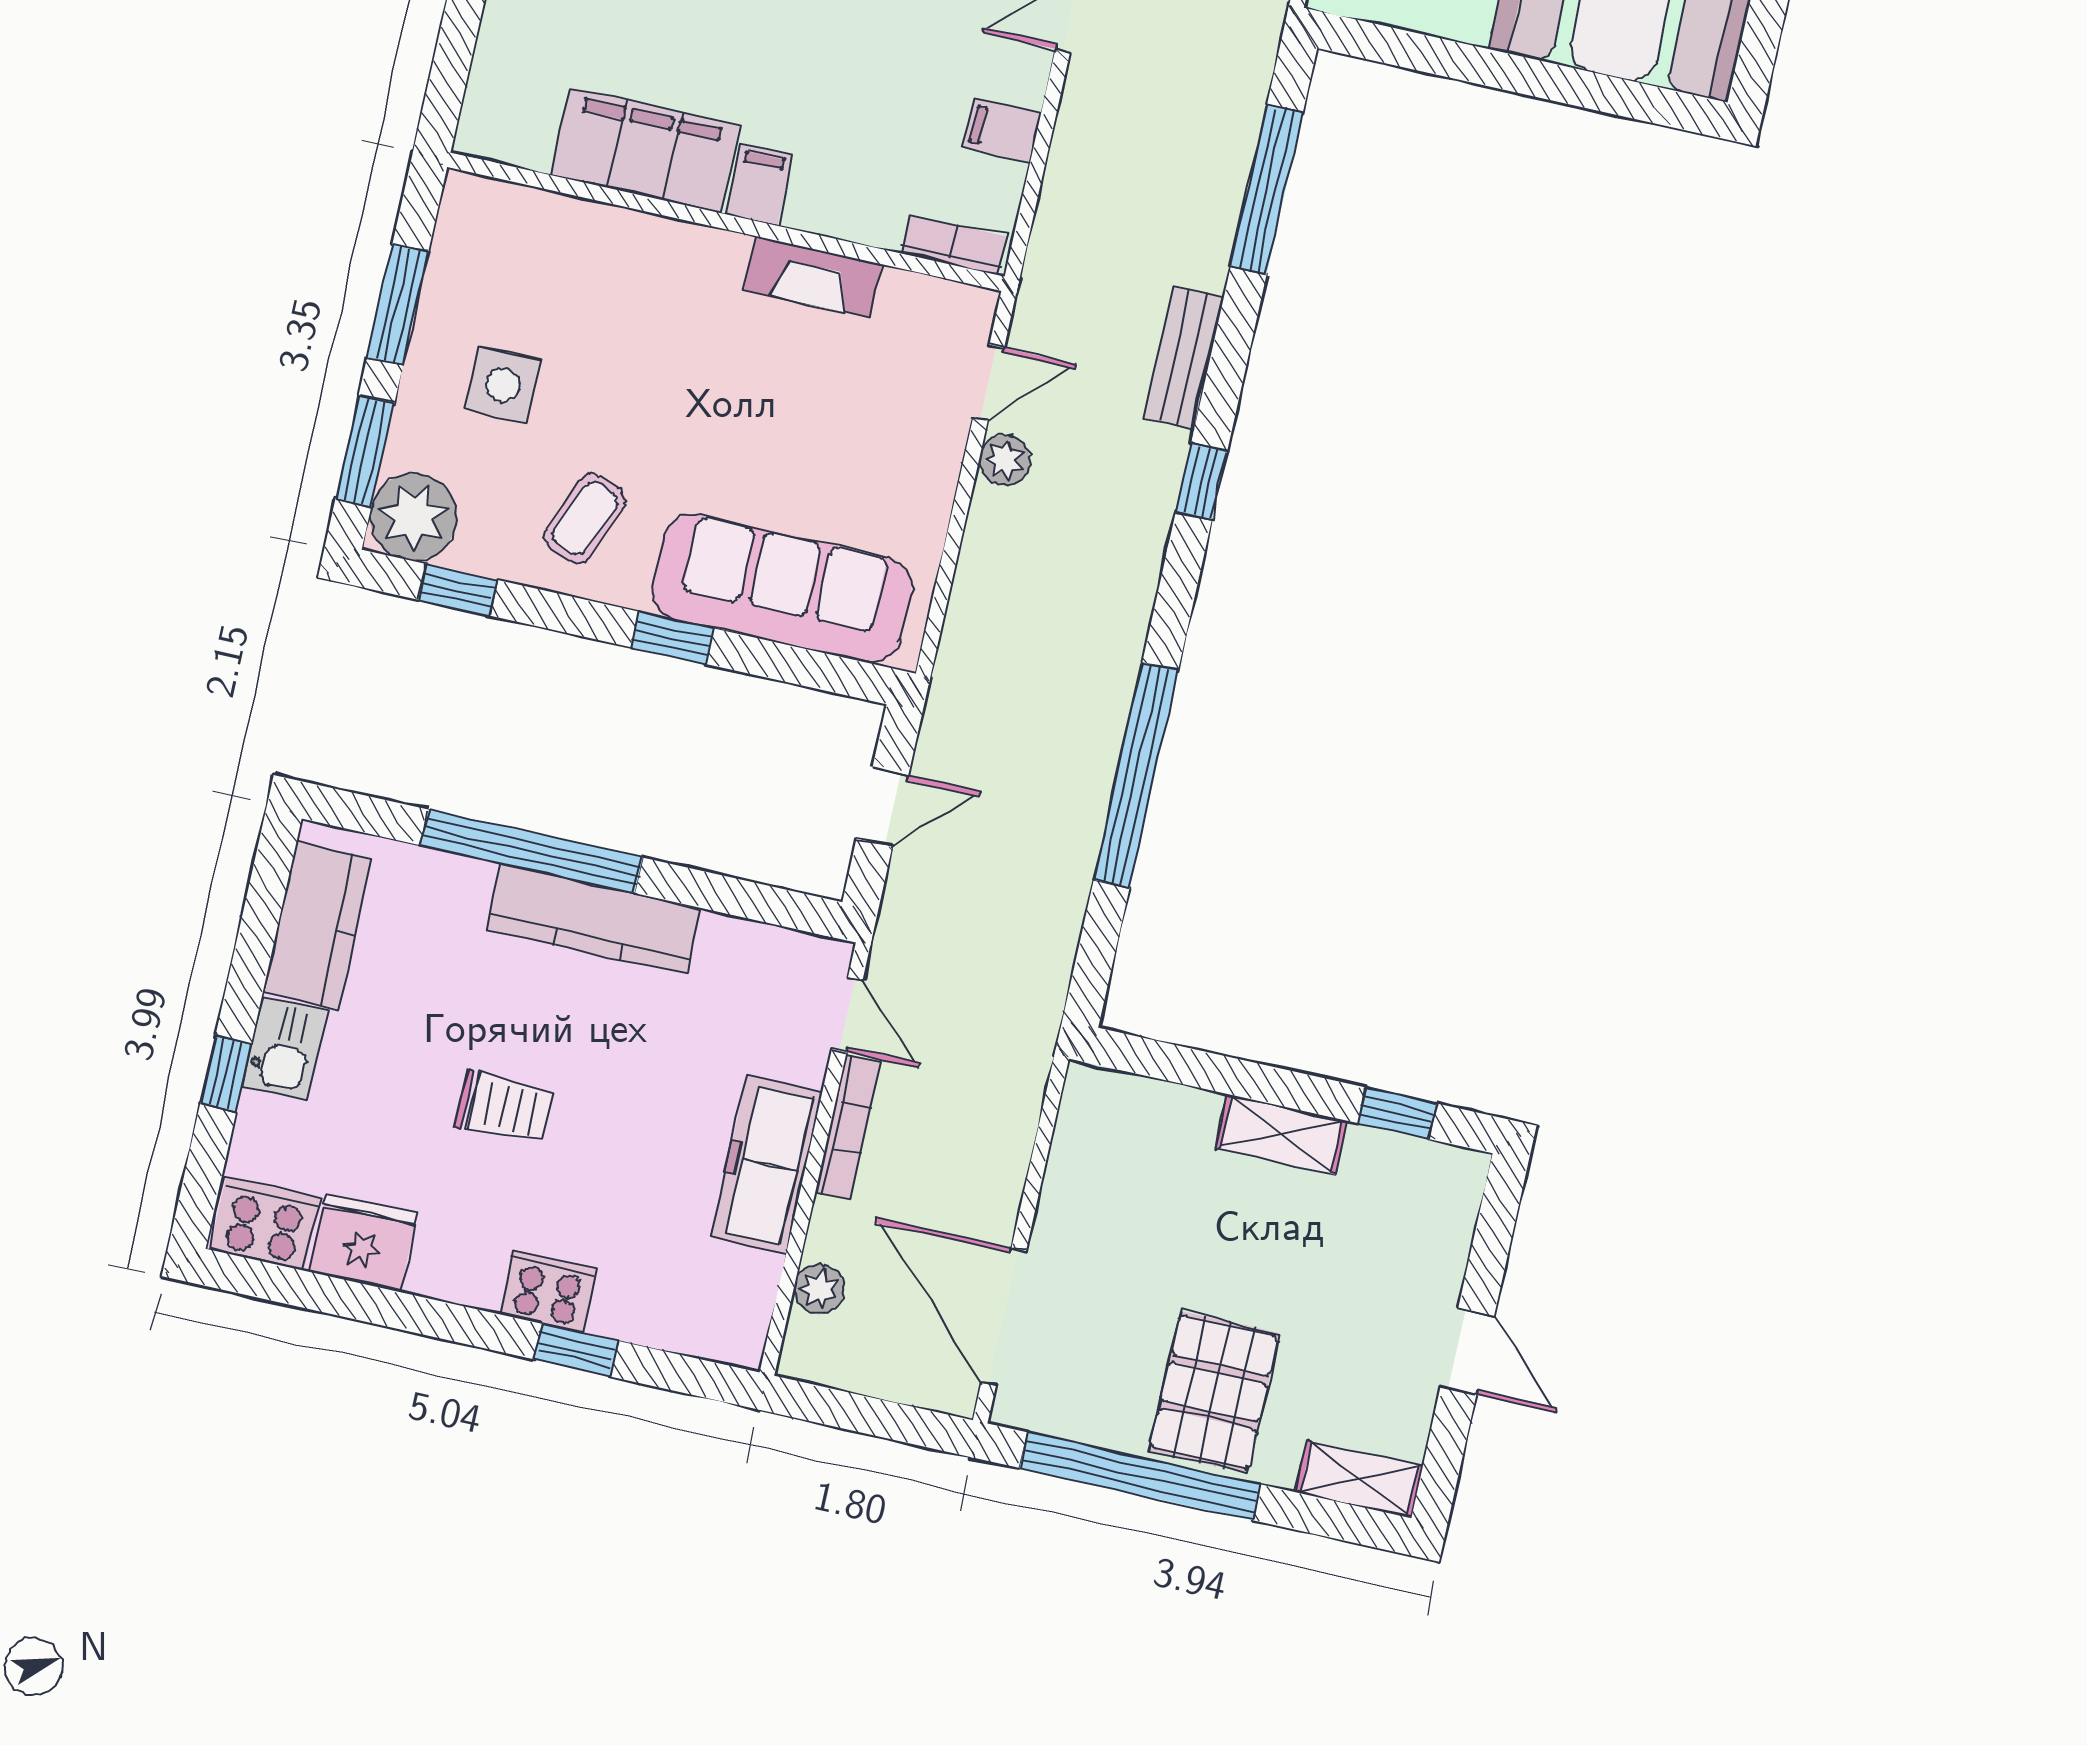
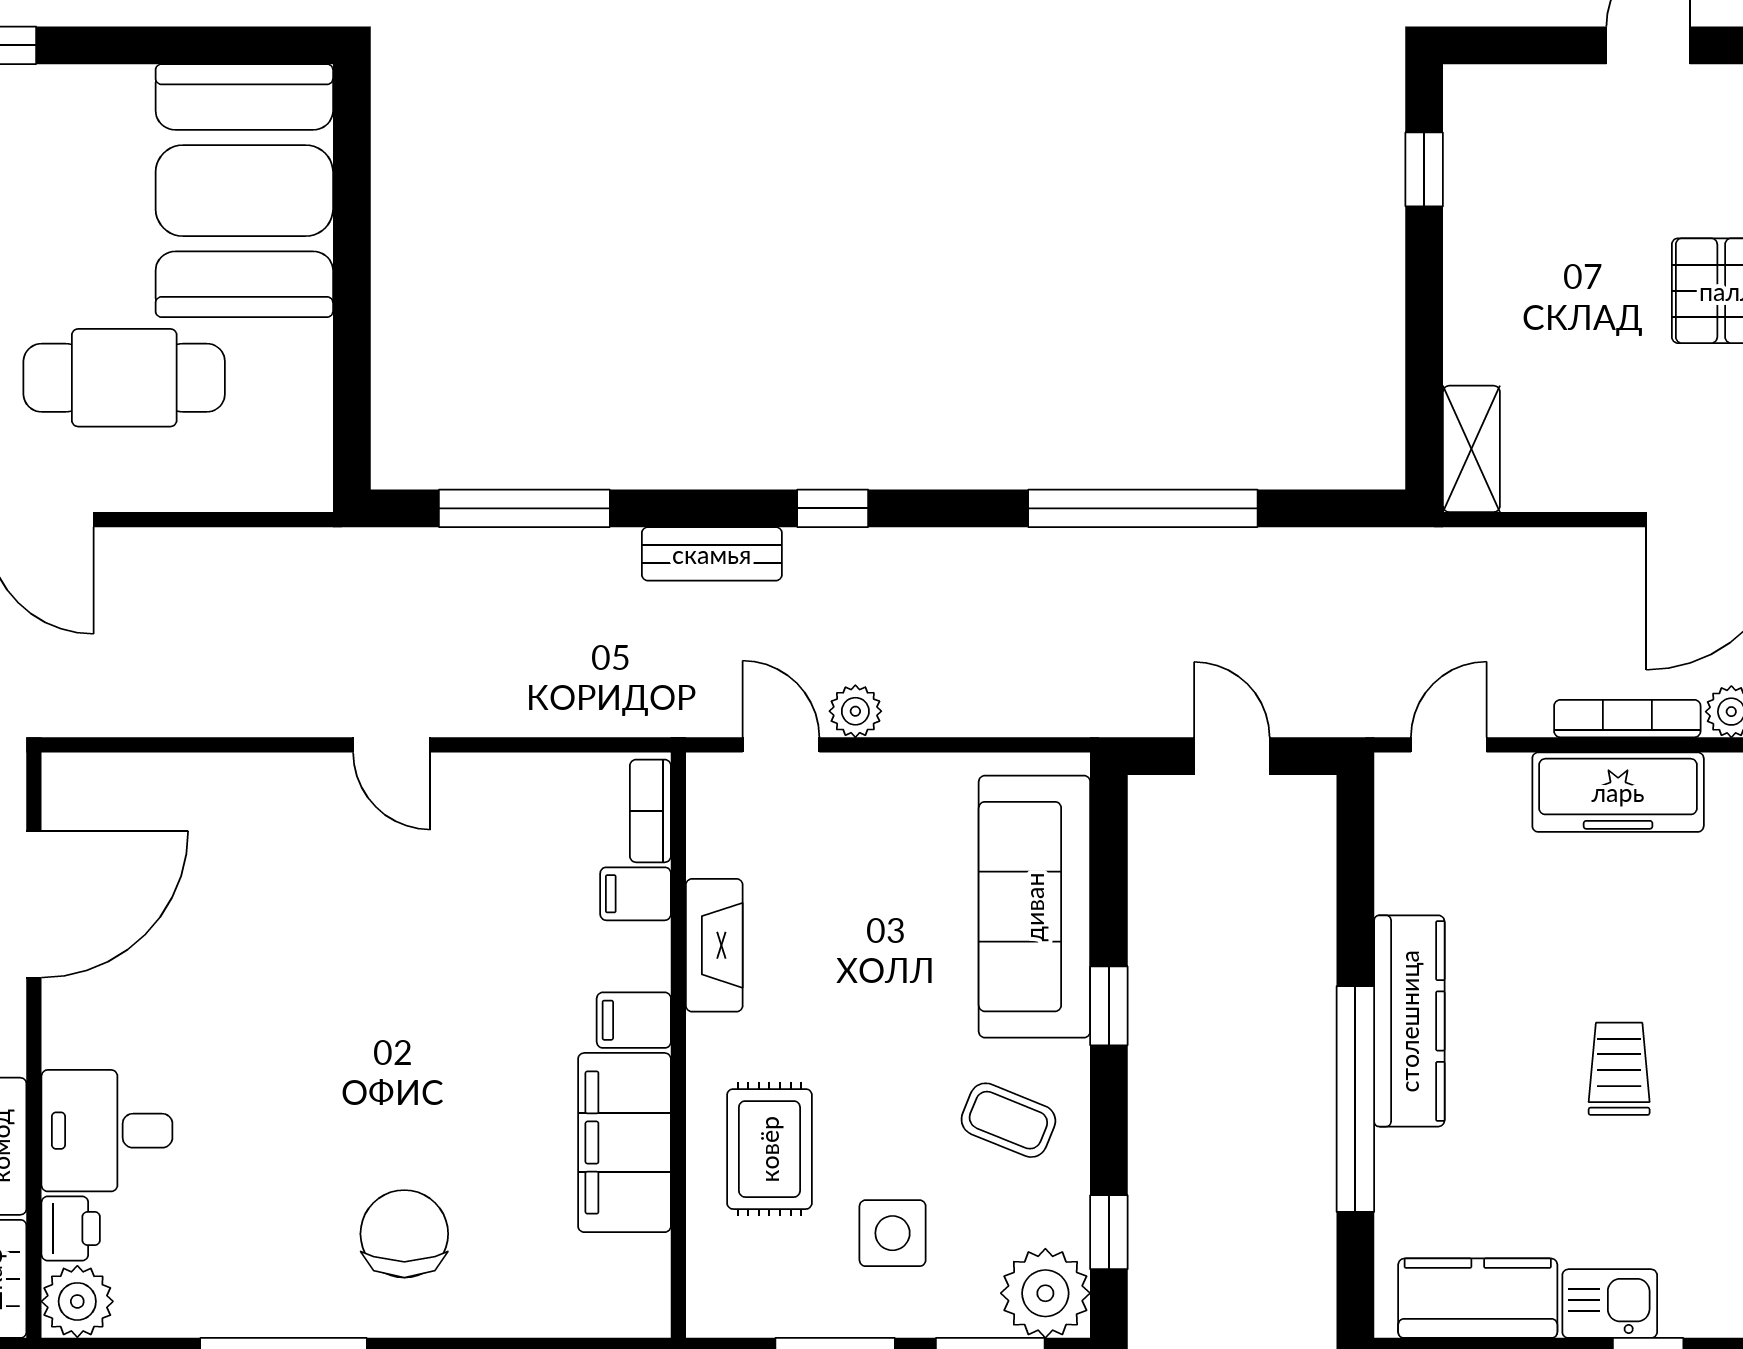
filing cabinet: (1002, 130) -> (636, 894), moved, turned 90
rug: (608, 286) -> (769, 1149), added
bookcase: (848, 1127) -> (1627, 719), moved
shelving: (1281, 1134) -> (1471, 449), moved

